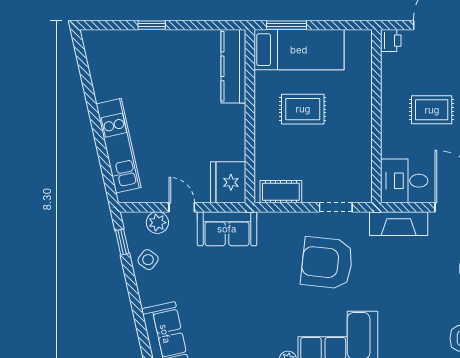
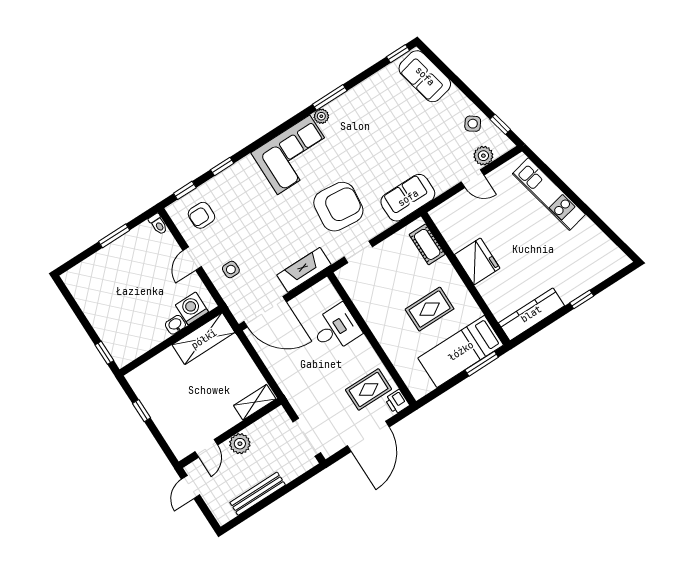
kitchen counter: (233, 66) -> (531, 314), moved, turned -90
rug: (432, 110) -> (369, 389), moved
desk: (404, 181) -> (336, 329), moved
fridge: (228, 182) -> (477, 261), moved
cot: (281, 192) -> (427, 244), moved, turned 90
sofa: (227, 229) -> (408, 198), moved

